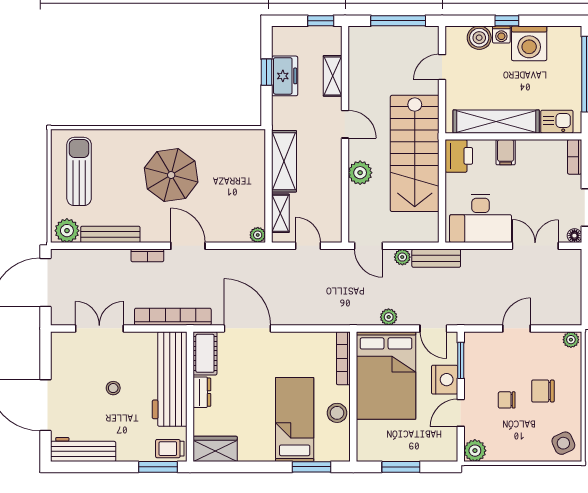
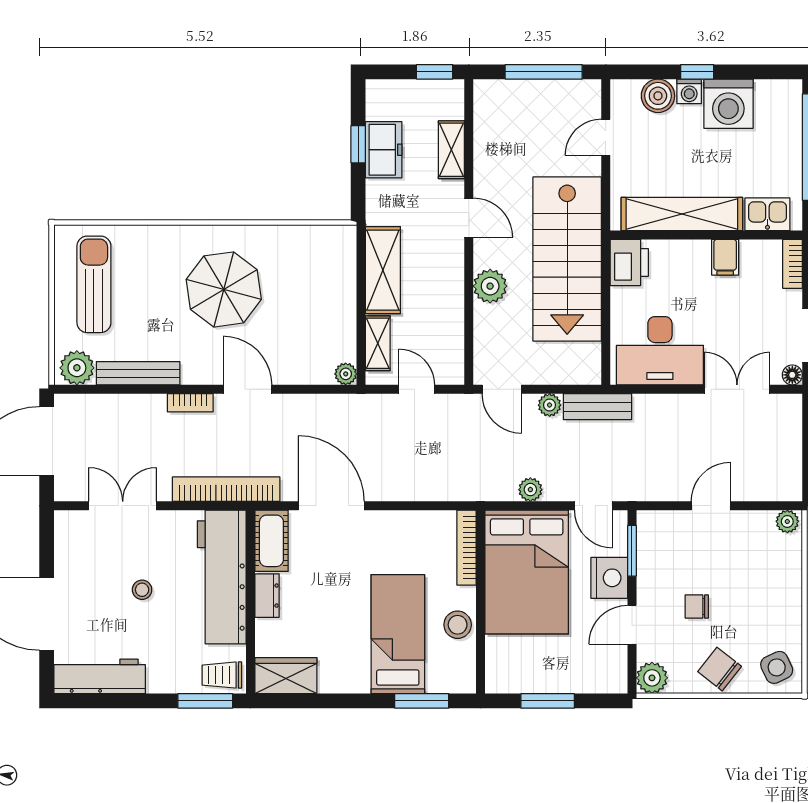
filing cabinet: (506, 152) -> (725, 257), moved
chair: (543, 391) -> (720, 669), moved, turned 38

